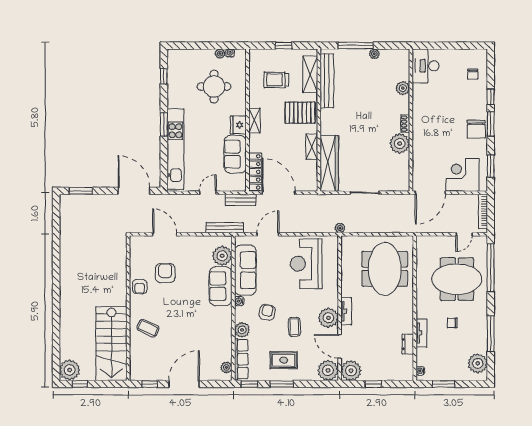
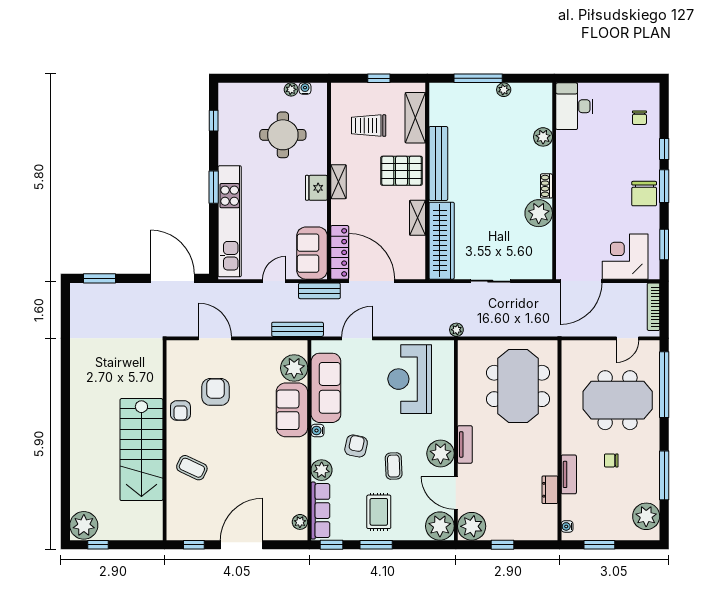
bench: (327, 81) -> (438, 163), moved
sofa: (235, 154) -> (312, 253), moved
stairs: (111, 344) -> (141, 450), moved
rug: (284, 360) -> (379, 512), turned 90

